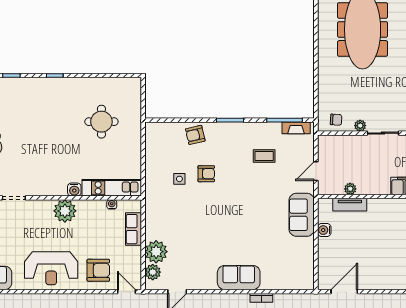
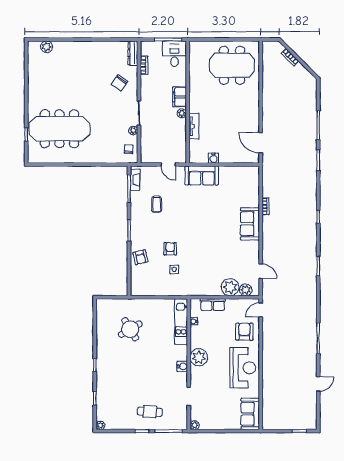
round table: (101, 122) -> (130, 329), turned -31
plant: (350, 189) -> (182, 113), moved
water cooler: (74, 190) -> (182, 366), moved
tv unit: (350, 205) -> (194, 126), moved

